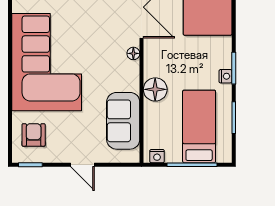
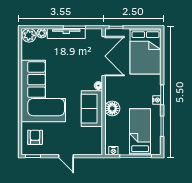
sofa: (123, 121) -> (92, 109), moved

